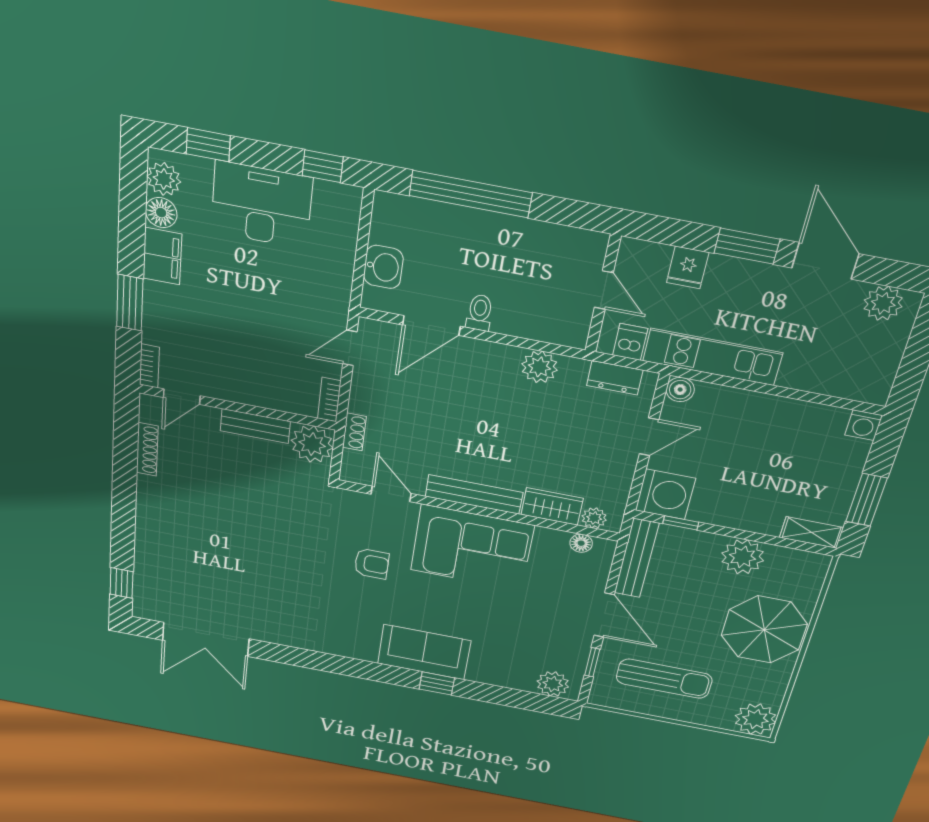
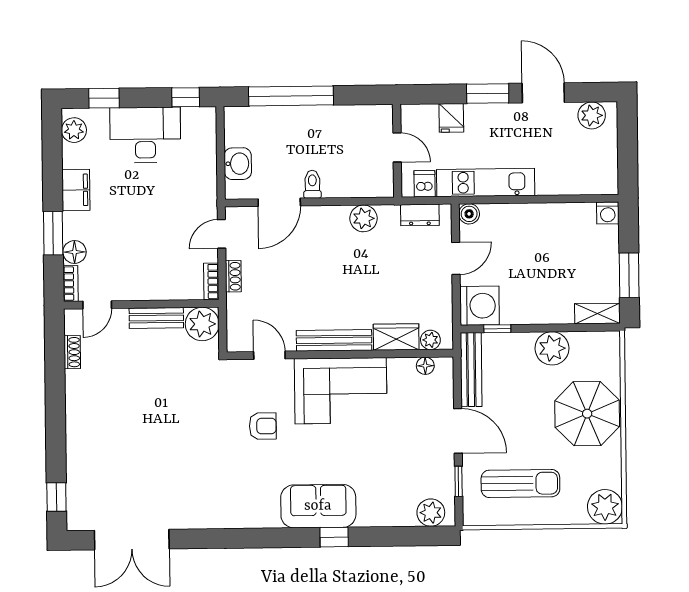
floor lamp: (161, 213) -> (75, 252), moved
shoe rack: (354, 432) -> (233, 276), moved
shoe rack: (147, 449) -> (72, 352), width x0.70

